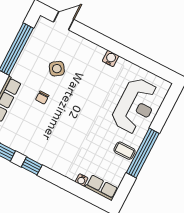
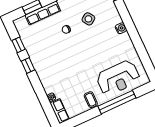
water cooler: (111, 58) -> (121, 28), moved
window: (143, 153) -> (117, 102), moved

